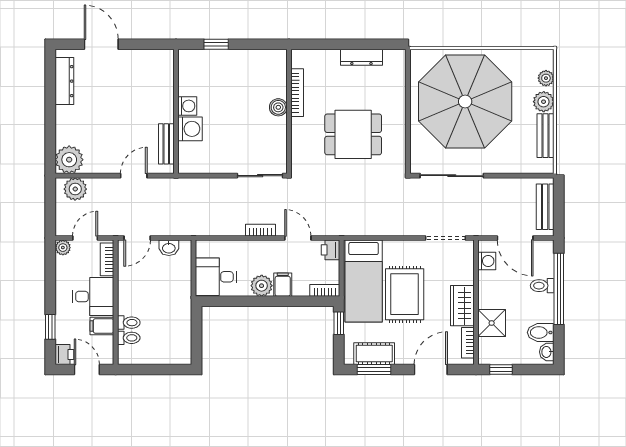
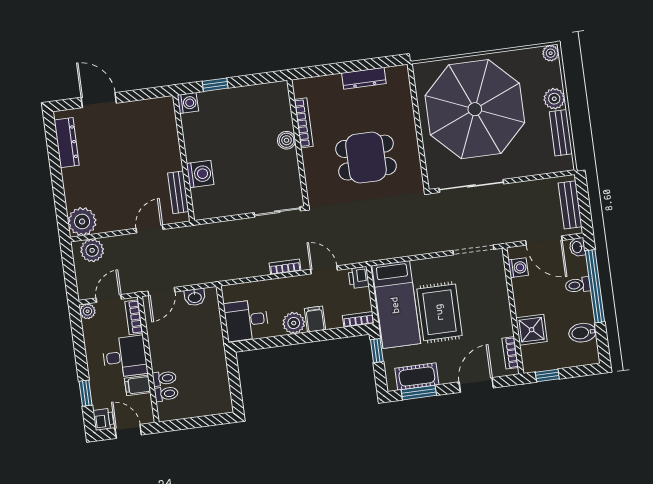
plant: (546, 78) -> (551, 53), moved
washing machine: (187, 106) -> (188, 103), moved
wardrobe: (462, 306) -> (500, 316), removed
washbasin: (547, 352) -> (577, 247), moved

